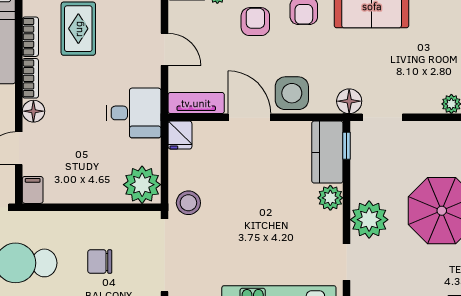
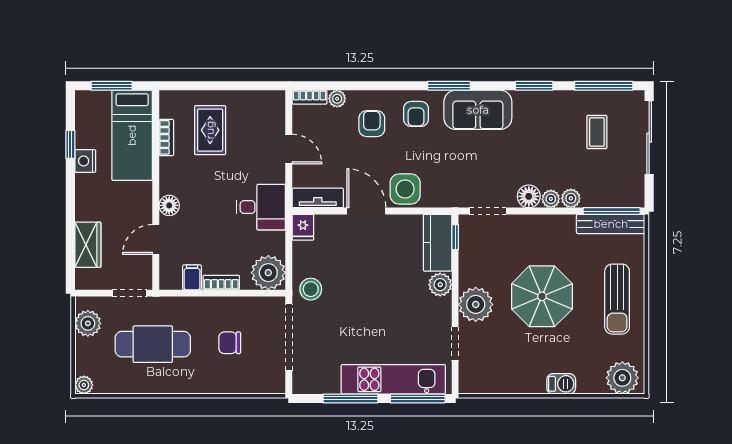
bookcase: (30, 78) -> (221, 283), moved, turned -90
floor lamp: (349, 101) -> (529, 196), moved
filing cabinet: (33, 190) -> (192, 277), moved

